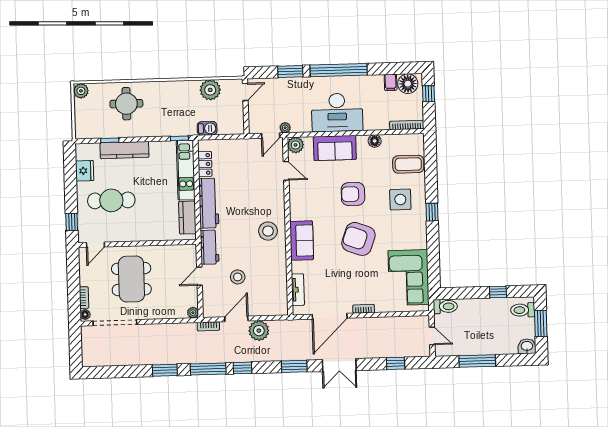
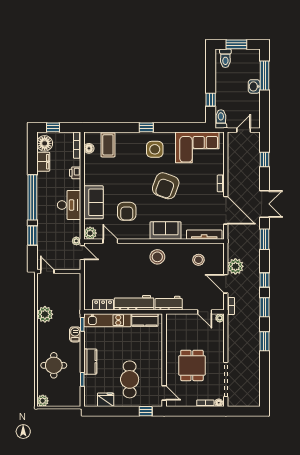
filing cabinet: (391, 82) -> (43, 162), width x2.00
plant: (210, 90) -> (45, 314), moved
desk: (337, 112) -> (69, 205), width x0.73, depth x0.77
printer: (372, 123) -> (75, 173), added
barbecue: (207, 128) -> (75, 334), moved
floor lamp: (375, 141) -> (89, 148), moved
kitchen counter: (124, 150) -> (90, 362), width x0.67
door: (286, 171) -> (110, 241), hinge flipped
armchair: (353, 194) -> (127, 211), moved
side table: (400, 200) -> (155, 149), moved
door: (199, 276) -> (205, 312), moved
stool: (238, 277) -> (198, 260), moved
dining table: (131, 279) -> (192, 365), width x0.73
tv unit: (298, 290) -> (204, 235), width x1.41
window: (498, 292) -> (211, 100), moved
washbasin: (527, 346) -> (254, 86), moved
window: (477, 361) -> (265, 76), moved
window: (208, 369) -> (265, 307), width x0.69

